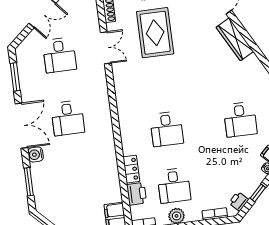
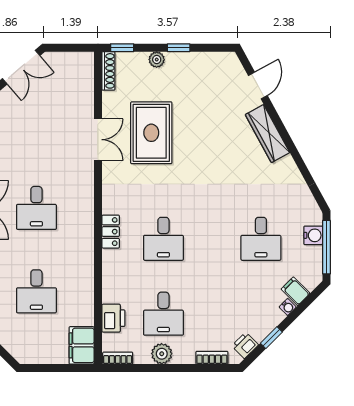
rug: (155, 33) -> (151, 133), moved
double door: (106, 48) -> (98, 140), moved
desk: (60, 55) -> (36, 291), moved
locker: (131, 169) -> (111, 232), moved

